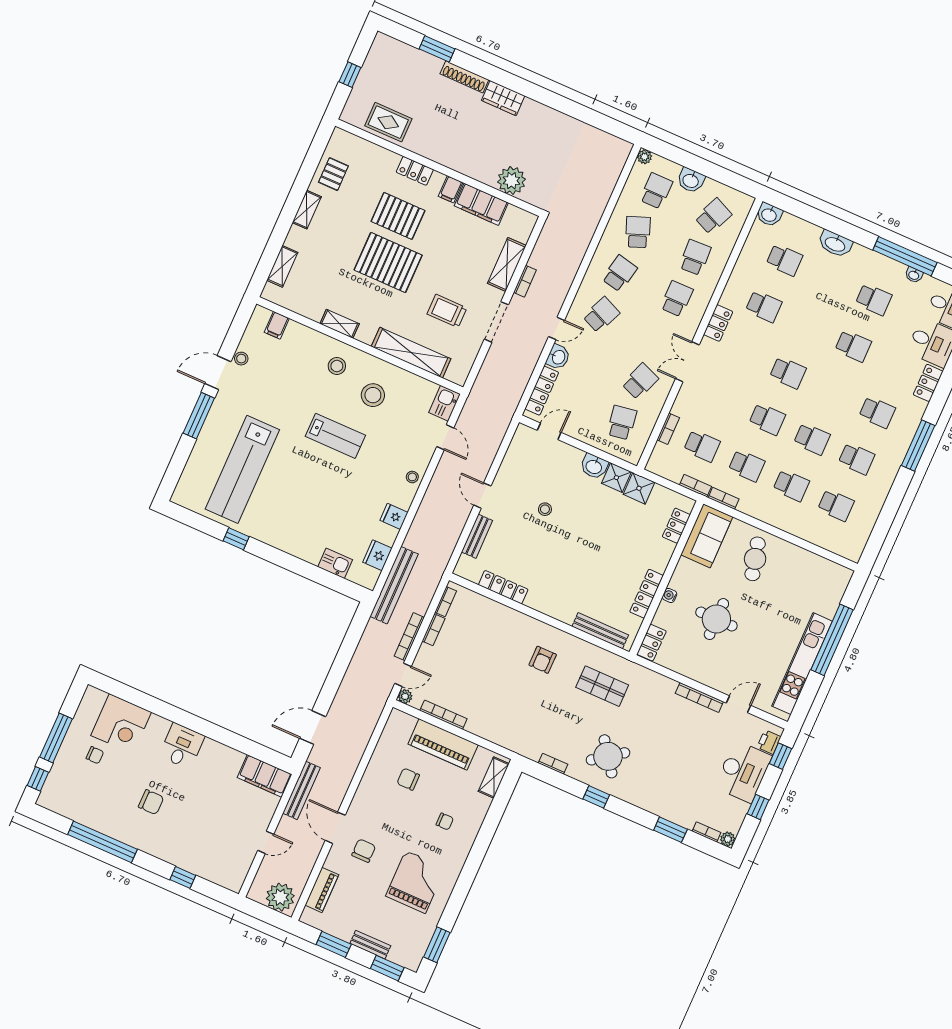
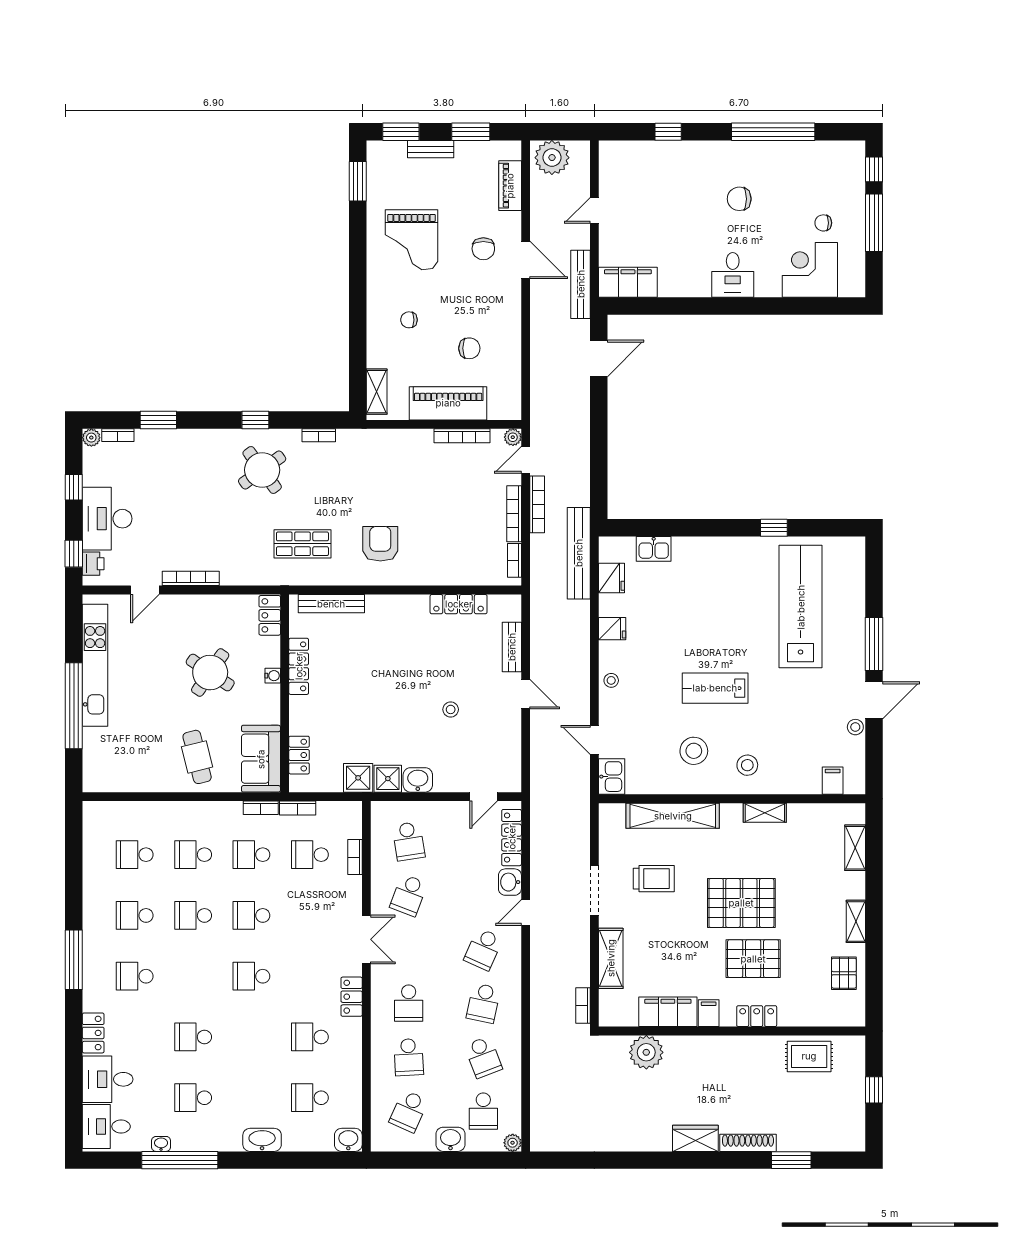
bookcase: (525, 281) -> (583, 1005), moved
round table: (716, 619) -> (210, 673), turned 34
bookcase: (433, 630) -> (514, 514), width x1.56
armchair: (543, 660) -> (380, 544), width x1.38, depth x1.38

